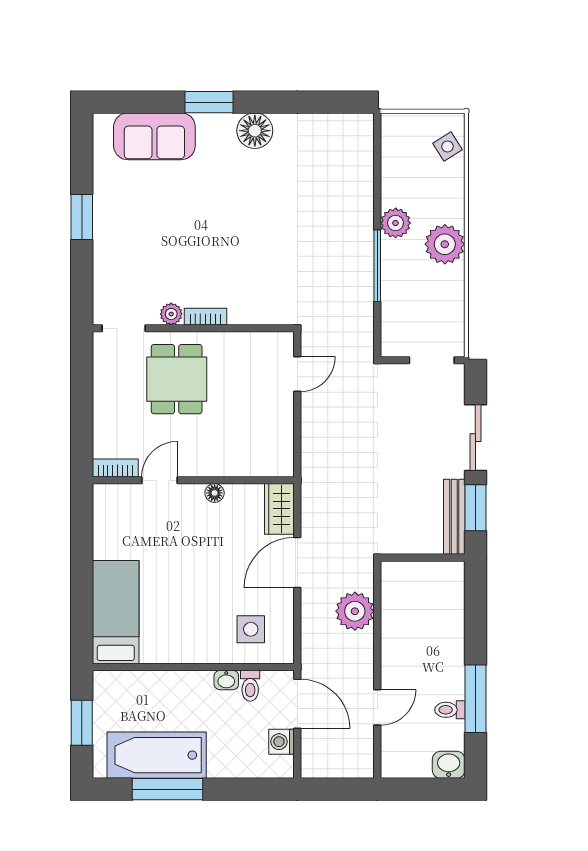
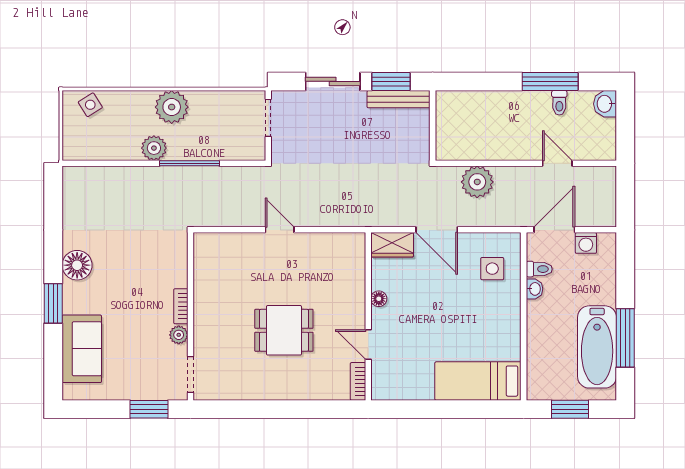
plant: (171, 314) -> (179, 335), moved
bookcase: (206, 317) -> (181, 306), moved
doorway: (124, 328) -> (191, 374), moved
wall: (193, 328) -> (191, 316), moved

